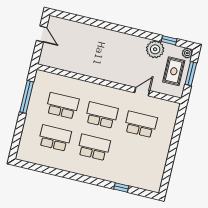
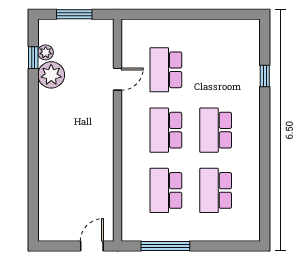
door: (42, 34) -> (92, 246), moved
plant: (187, 53) -> (46, 52), moved
rug: (174, 71) -> (77, 40), removed
door: (142, 92) -> (118, 79), swing flipped

